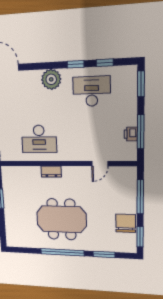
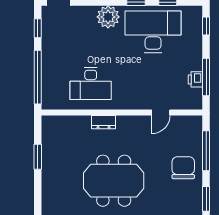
window: (141, 84) -> (206, 26), width x0.67
desk: (92, 91) -> (153, 32), width x1.36, depth x1.30
chair: (126, 223) -> (183, 168), moved

